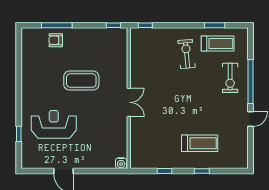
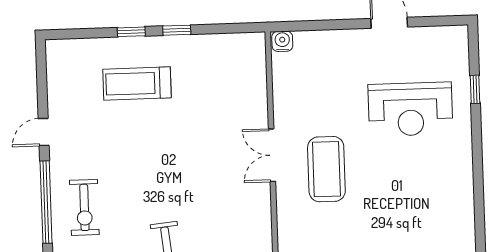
exercise bike: (230, 78) -> (84, 207), turned 180
coffee table: (81, 81) -> (326, 169), moved, turned 90
window: (165, 171) -> (177, 30), moved

